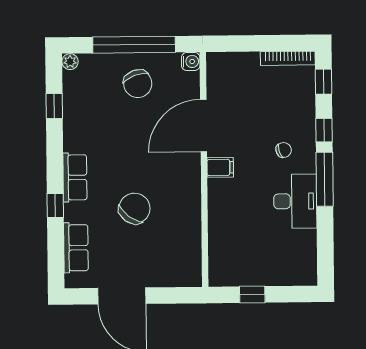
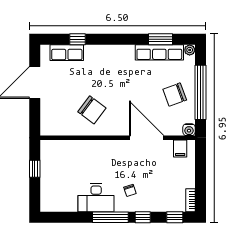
bookcase: (288, 58) -> (190, 200), width x0.64
window: (54, 106) -> (161, 39), width x1.50
filing cabinet: (220, 167) -> (180, 148), moved
row of seats: (75, 177) -> (159, 52), moved, width x1.48
window: (55, 206) -> (78, 39), moved
chair: (135, 208) -> (92, 110), moved

